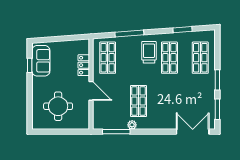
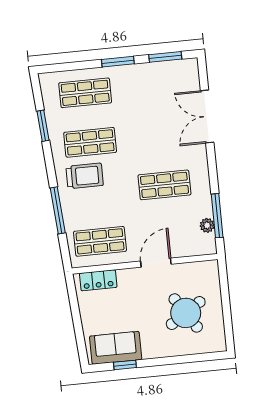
trolley: (149, 52) -> (85, 176), turned 180
locker: (84, 65) -> (98, 280), moved
round table: (58, 106) -> (186, 313), turned -33
plant: (132, 125) -> (207, 225), moved
double door: (193, 132) -> (207, 117), moved

